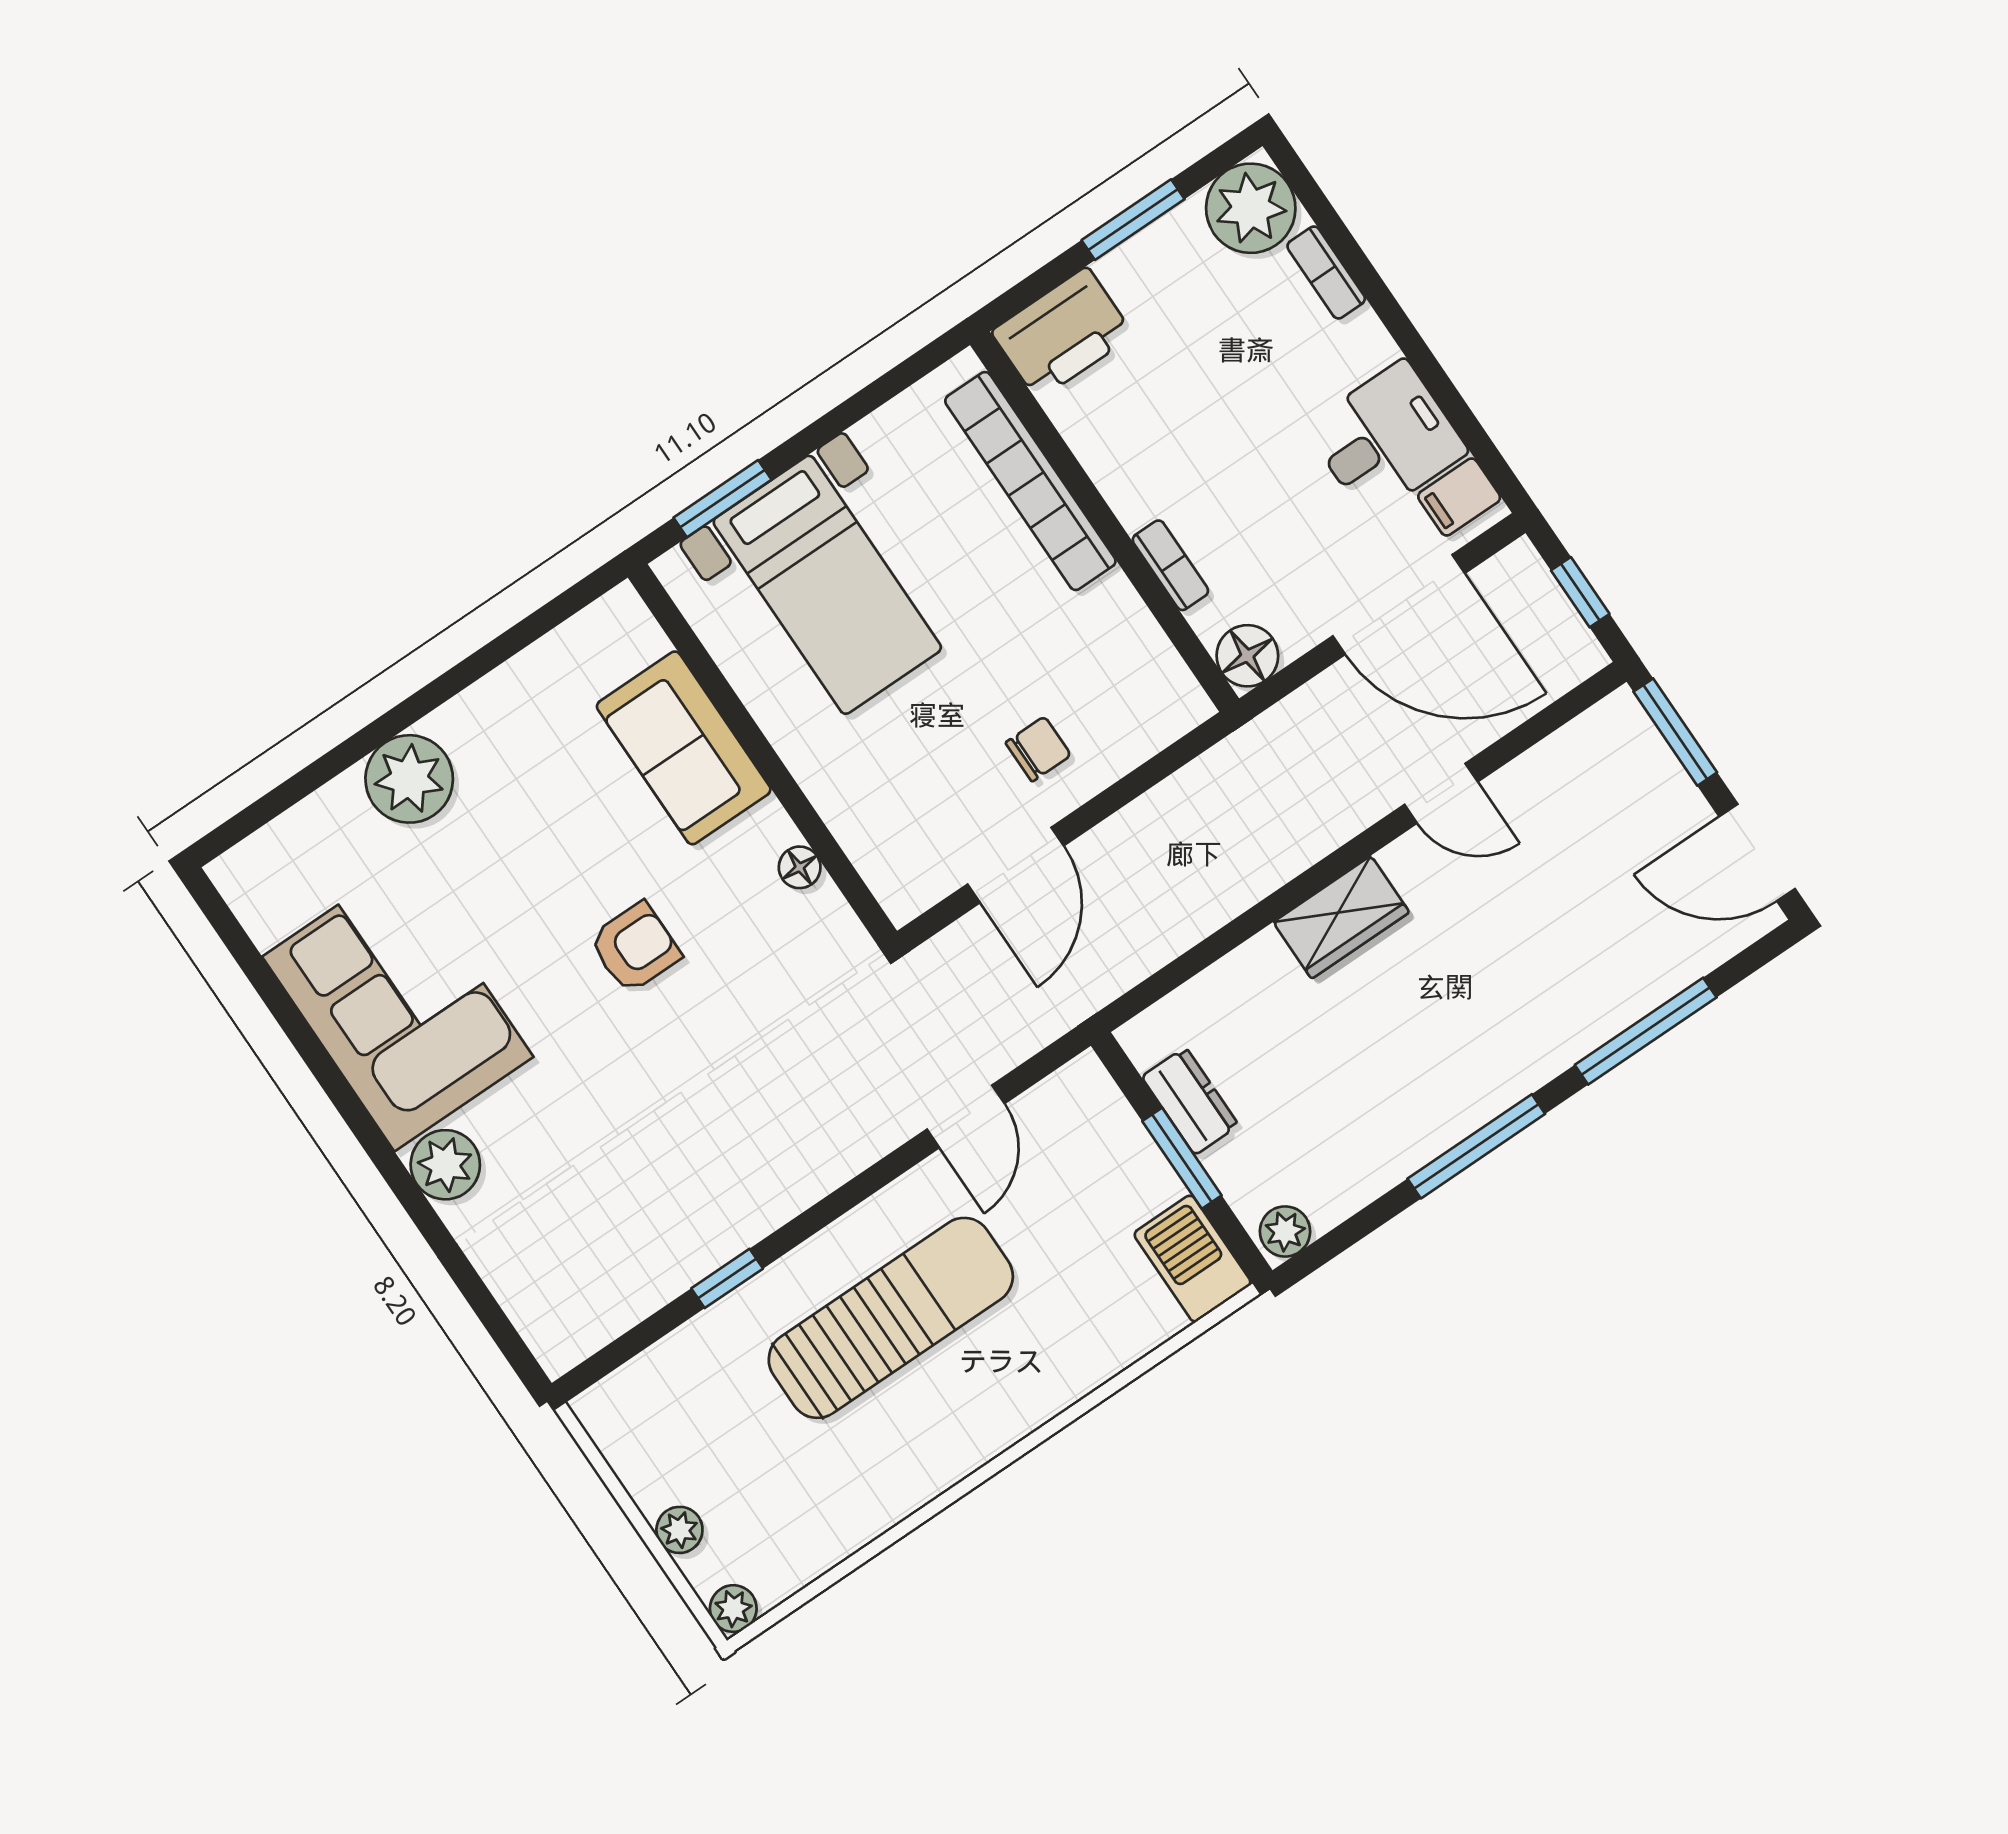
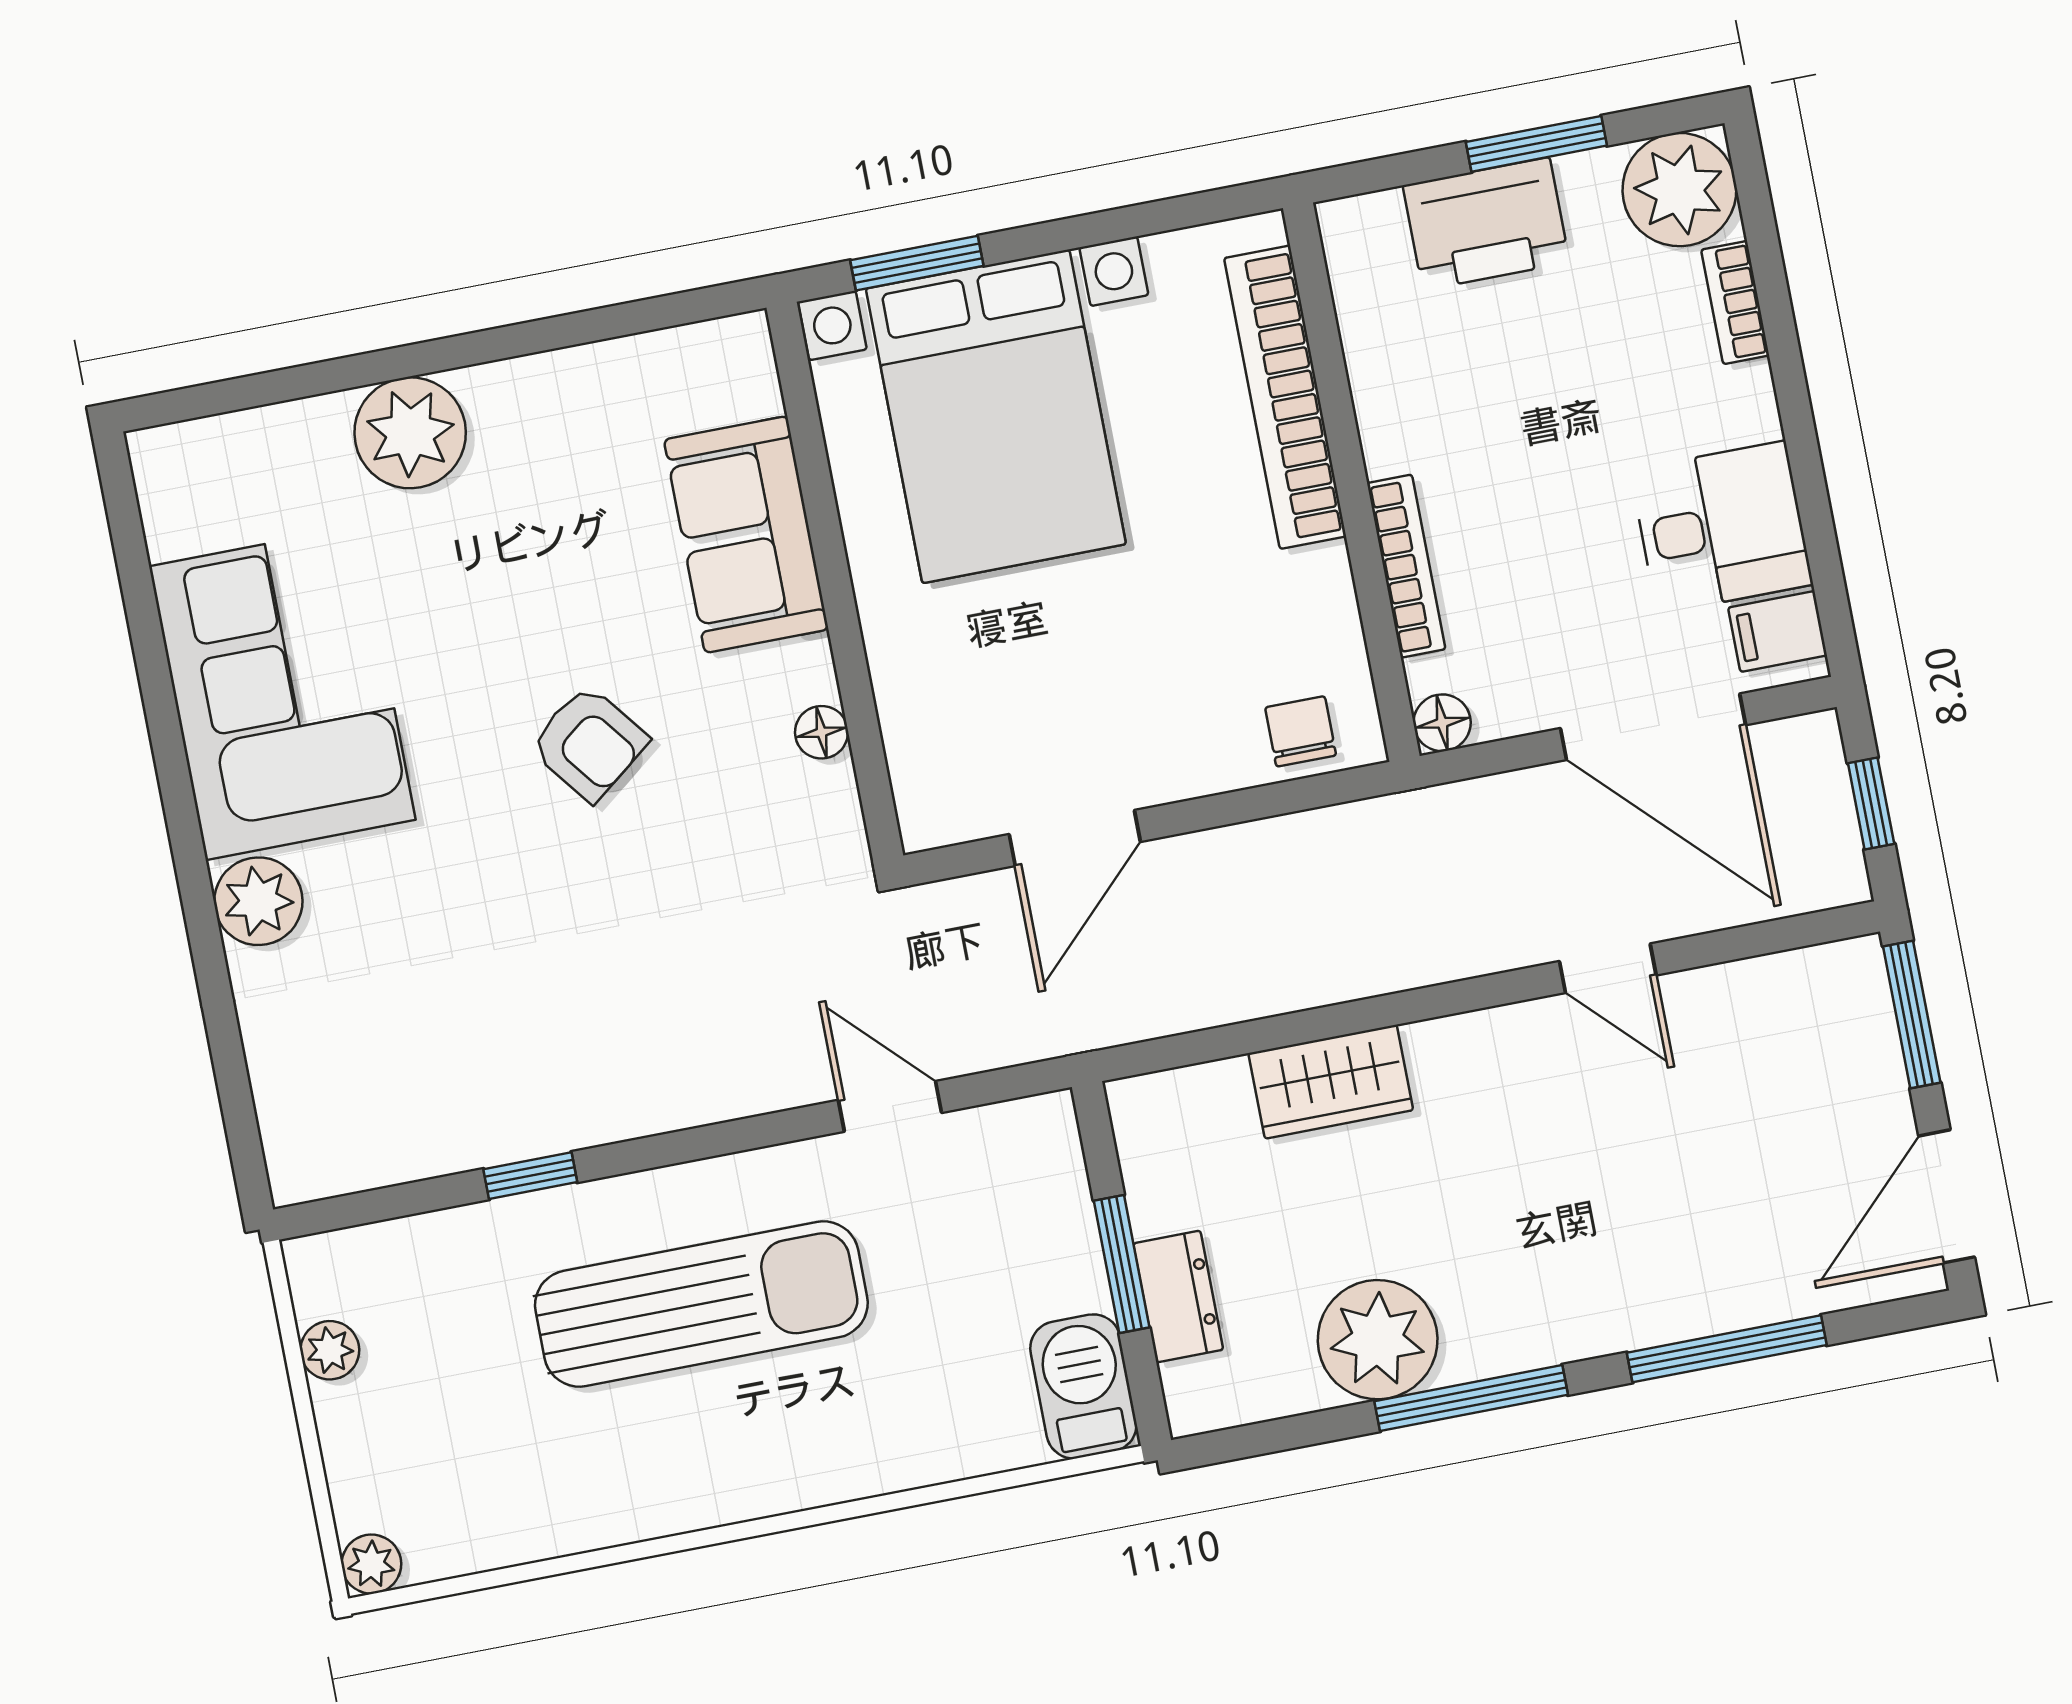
printer: (1062, 333) -> (1486, 224), moved
bookcase: (1170, 565) -> (1406, 566), width x1.56
bed with nightstands: (827, 585) -> (996, 416), width x1.36
floor lamp: (1247, 656) -> (1442, 723), width x0.73, depth x0.73
chair: (1038, 749) -> (1301, 731), moved, turned -90
door: (1757, 853) -> (1947, 1196), hinge flipped
wardrobe: (1341, 917) -> (1331, 1082), moved
armchair: (635, 948) -> (589, 743), turned 52
dresser: (1190, 1101) -> (1178, 1297), moved
door: (966, 1116) -> (890, 1106), swing flipped
plant: (1285, 1231) -> (1378, 1340), moved, width x1.87, depth x1.87
plant: (679, 1530) -> (330, 1350), moved

